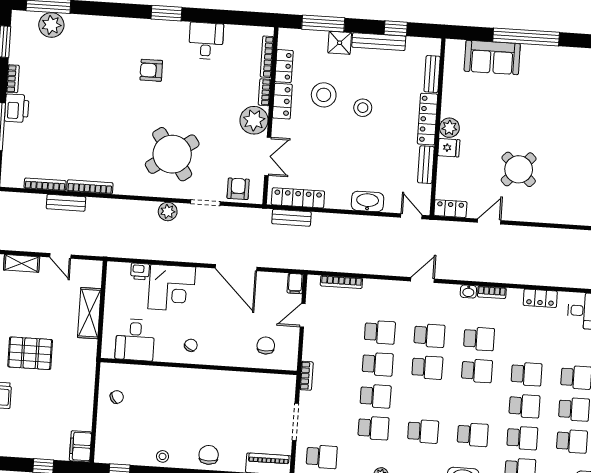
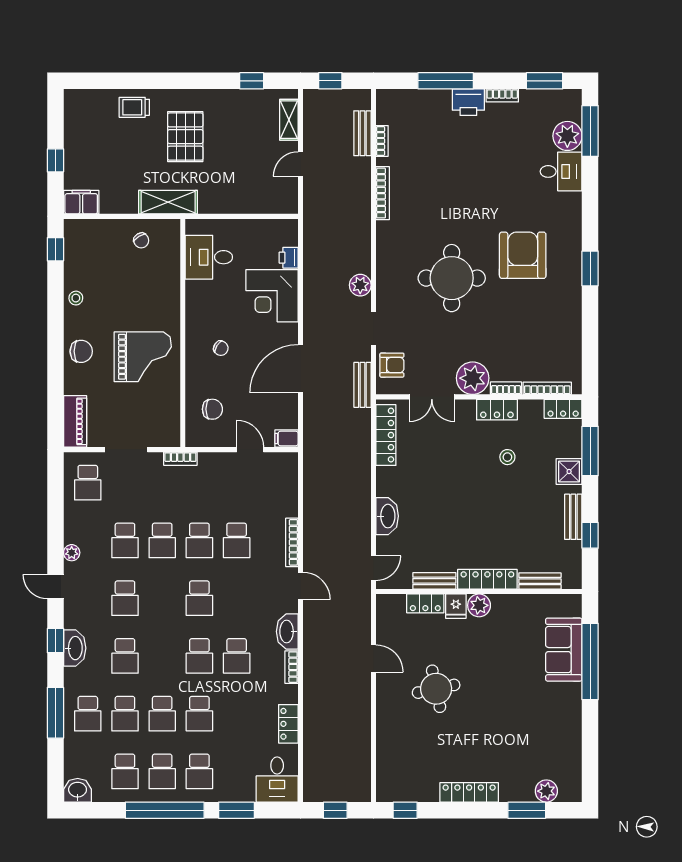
window: (526, 37) -> (590, 661), moved
desk: (206, 41) -> (561, 171), moved
bench: (379, 42) -> (573, 517), width x0.73
locker: (284, 66) -> (563, 409), moved
armchair: (151, 70) -> (523, 255), width x1.88, depth x1.88
stool: (324, 95) -> (507, 457), width x0.53, depth x0.53
stool: (363, 108) -> (496, 503), removed
round table: (172, 154) -> (452, 278), moved, turned 35
round table: (519, 169) -> (436, 689), turned 35
bookcase: (45, 184) -> (382, 141), width x0.64
bench: (66, 203) -> (362, 133), moved
locker: (450, 209) -> (425, 603), moved, turned 90
bench: (291, 218) -> (362, 385), moved
bookcase: (341, 282) -> (292, 542), moved
washbasin: (468, 292) -> (287, 632), width x1.91, depth x1.45
shelving: (89, 313) -> (168, 202), moved
school desk: (429, 335) -> (237, 598), removed
chair: (191, 345) -> (221, 348), moved
grand piano: (217, 402) -> (143, 357), added

